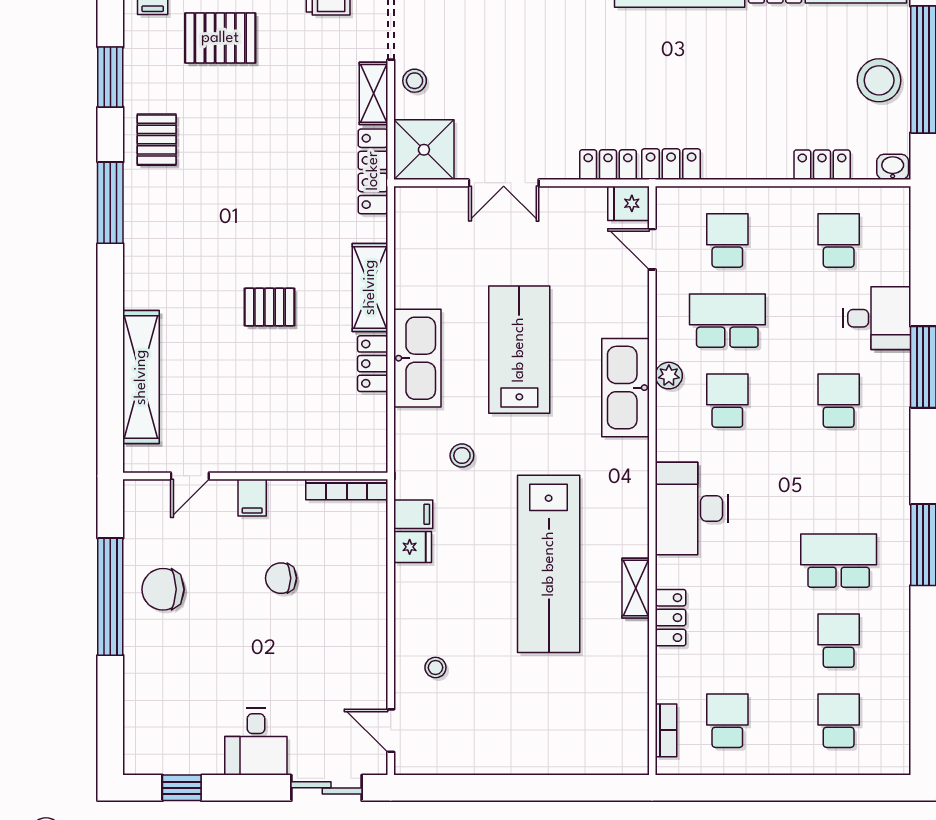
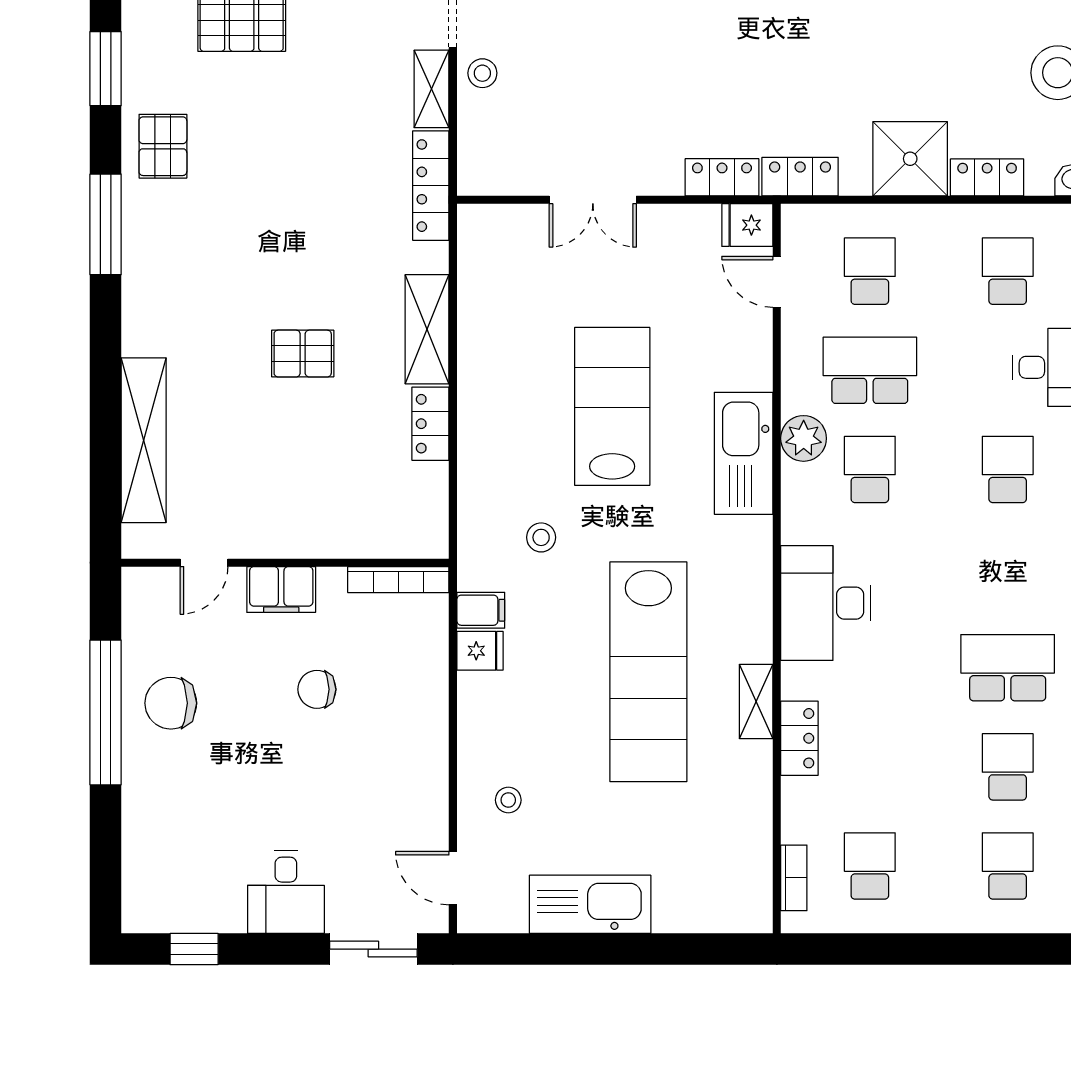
shower: (424, 150) -> (910, 159), moved
kitchen sink: (417, 358) -> (590, 904), moved, turned -90
plant: (669, 376) -> (804, 438), width x1.38, depth x1.38
filing cabinet: (252, 498) -> (281, 590), width x2.00

